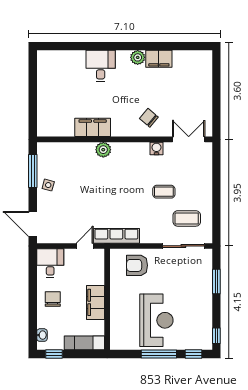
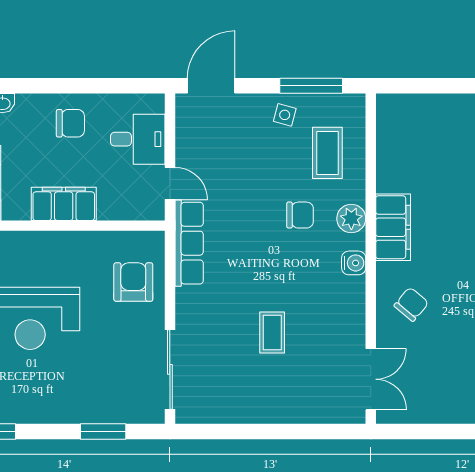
filing cabinet: (93, 127) -> (393, 227), moved
water cooler: (156, 148) -> (354, 263), moved
chair: (101, 177) -> (300, 215), added
coffee table: (187, 218) -> (327, 153), moved
desk: (50, 263) -> (138, 139), moved

